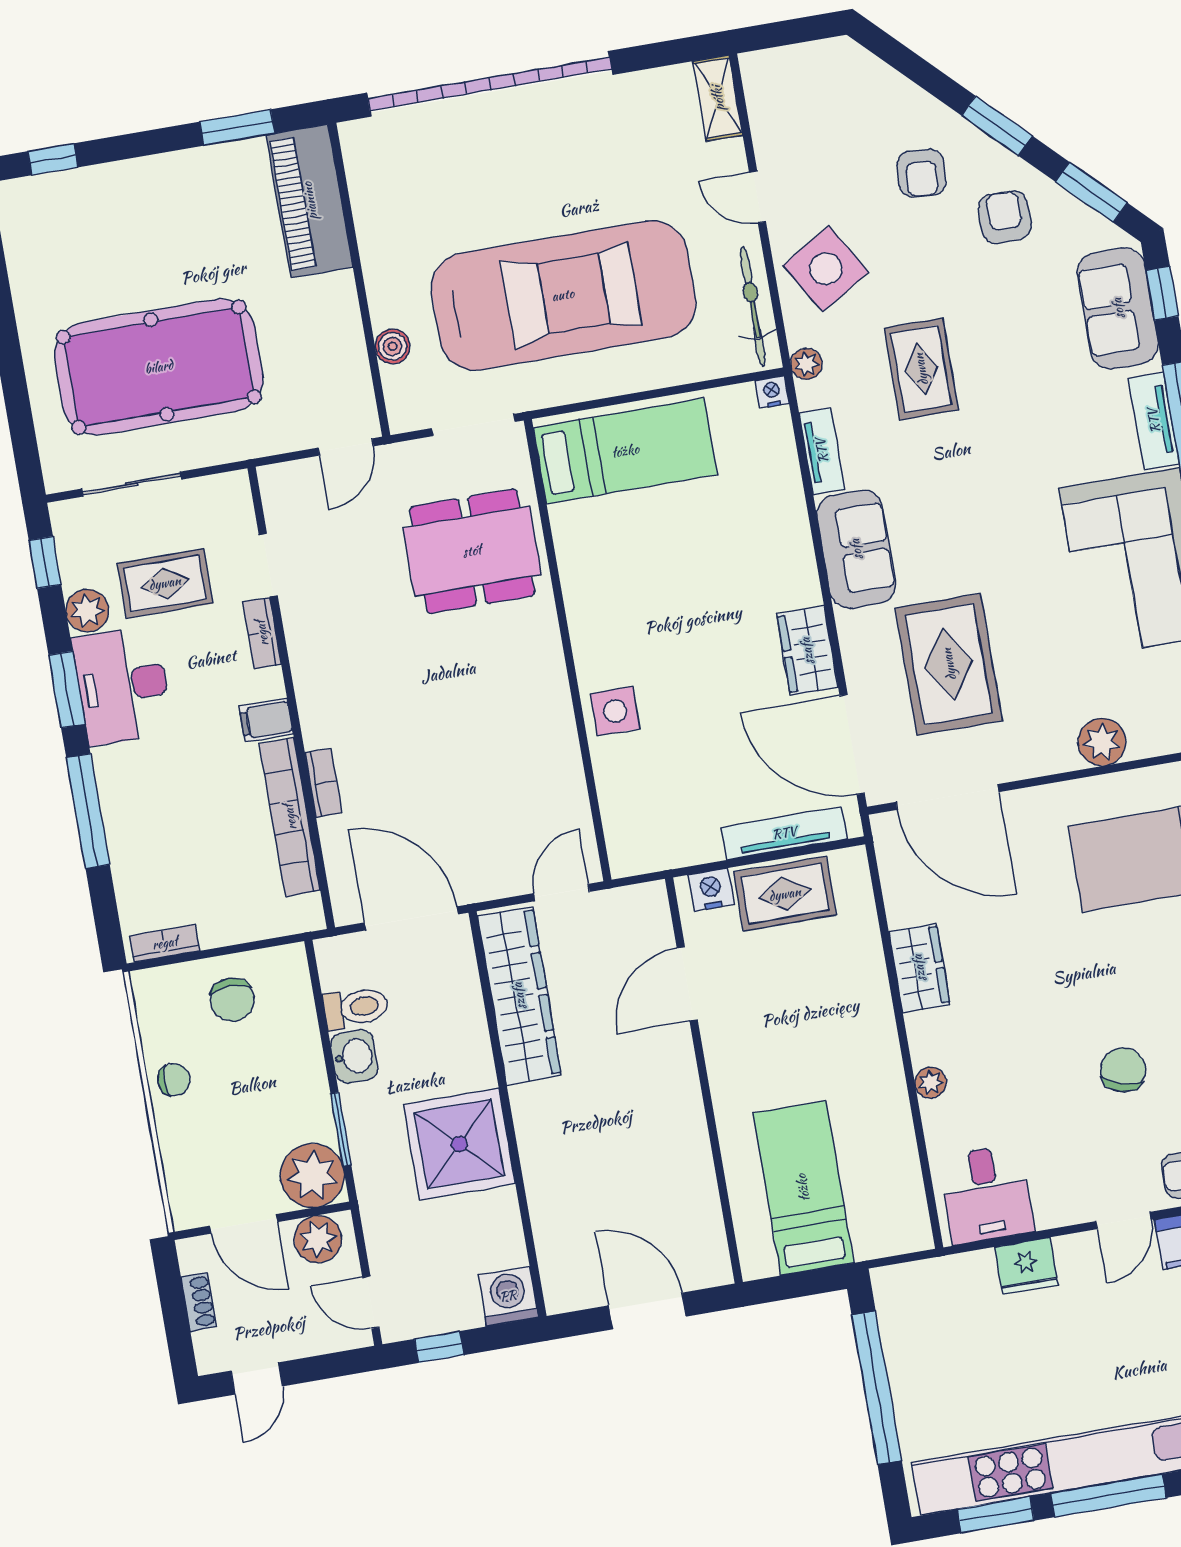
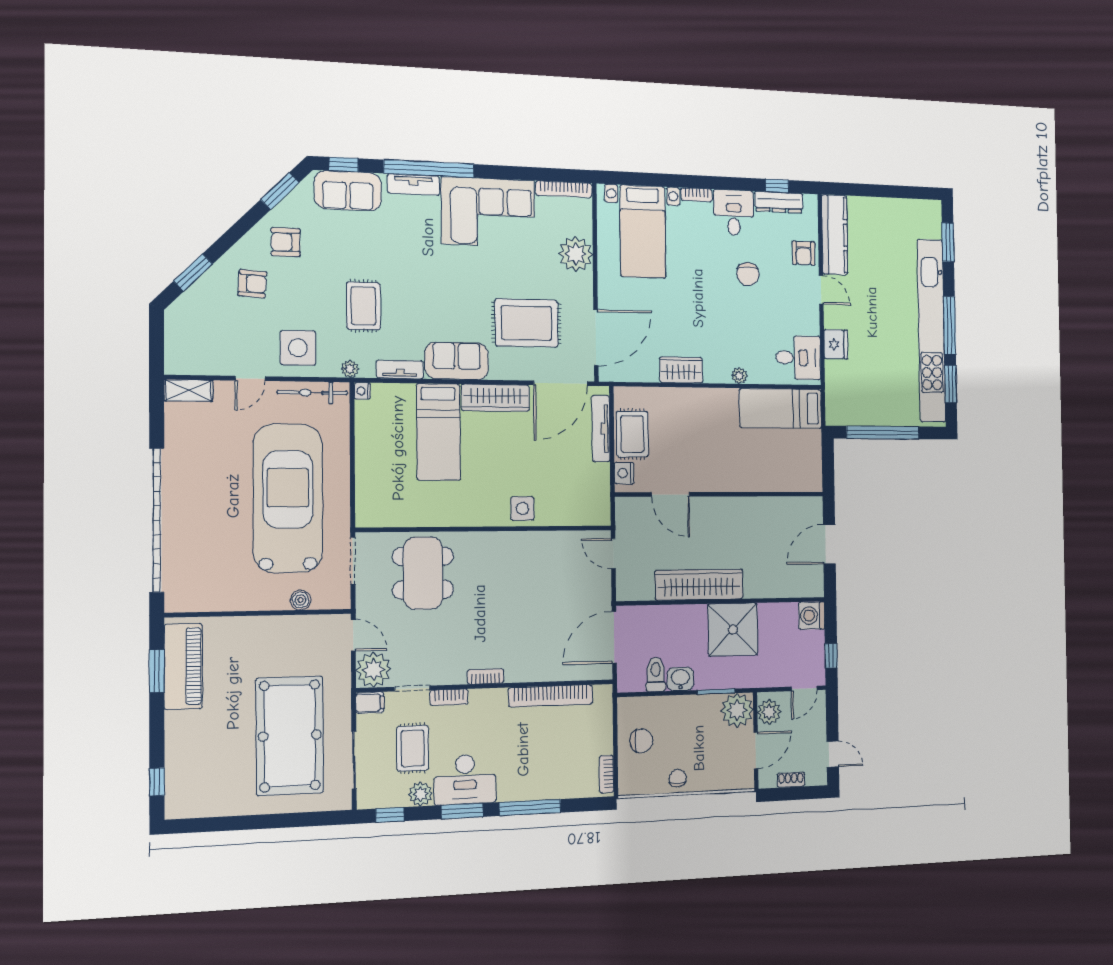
window: (997, 126) -> (193, 273), moved
piano: (310, 201) -> (183, 666), moved, turned -90
side table: (826, 269) -> (298, 348), turned 31
rug: (921, 369) -> (363, 306), turned 90
bed: (625, 451) -> (438, 432), moved, turned 180
plant: (291, 492) -> (374, 670), added
wardrobe: (807, 651) -> (496, 398), width x1.50
filing cabinet: (266, 720) -> (370, 703), moved, turned -90
plant: (1102, 742) -> (576, 254), width x1.36, depth x1.36
bookcase: (323, 783) -> (486, 676), moved
wardrobe: (519, 996) -> (699, 585), moved
chair: (1123, 1070) -> (748, 274), turned -106
bed: (803, 1188) -> (781, 408), moved

